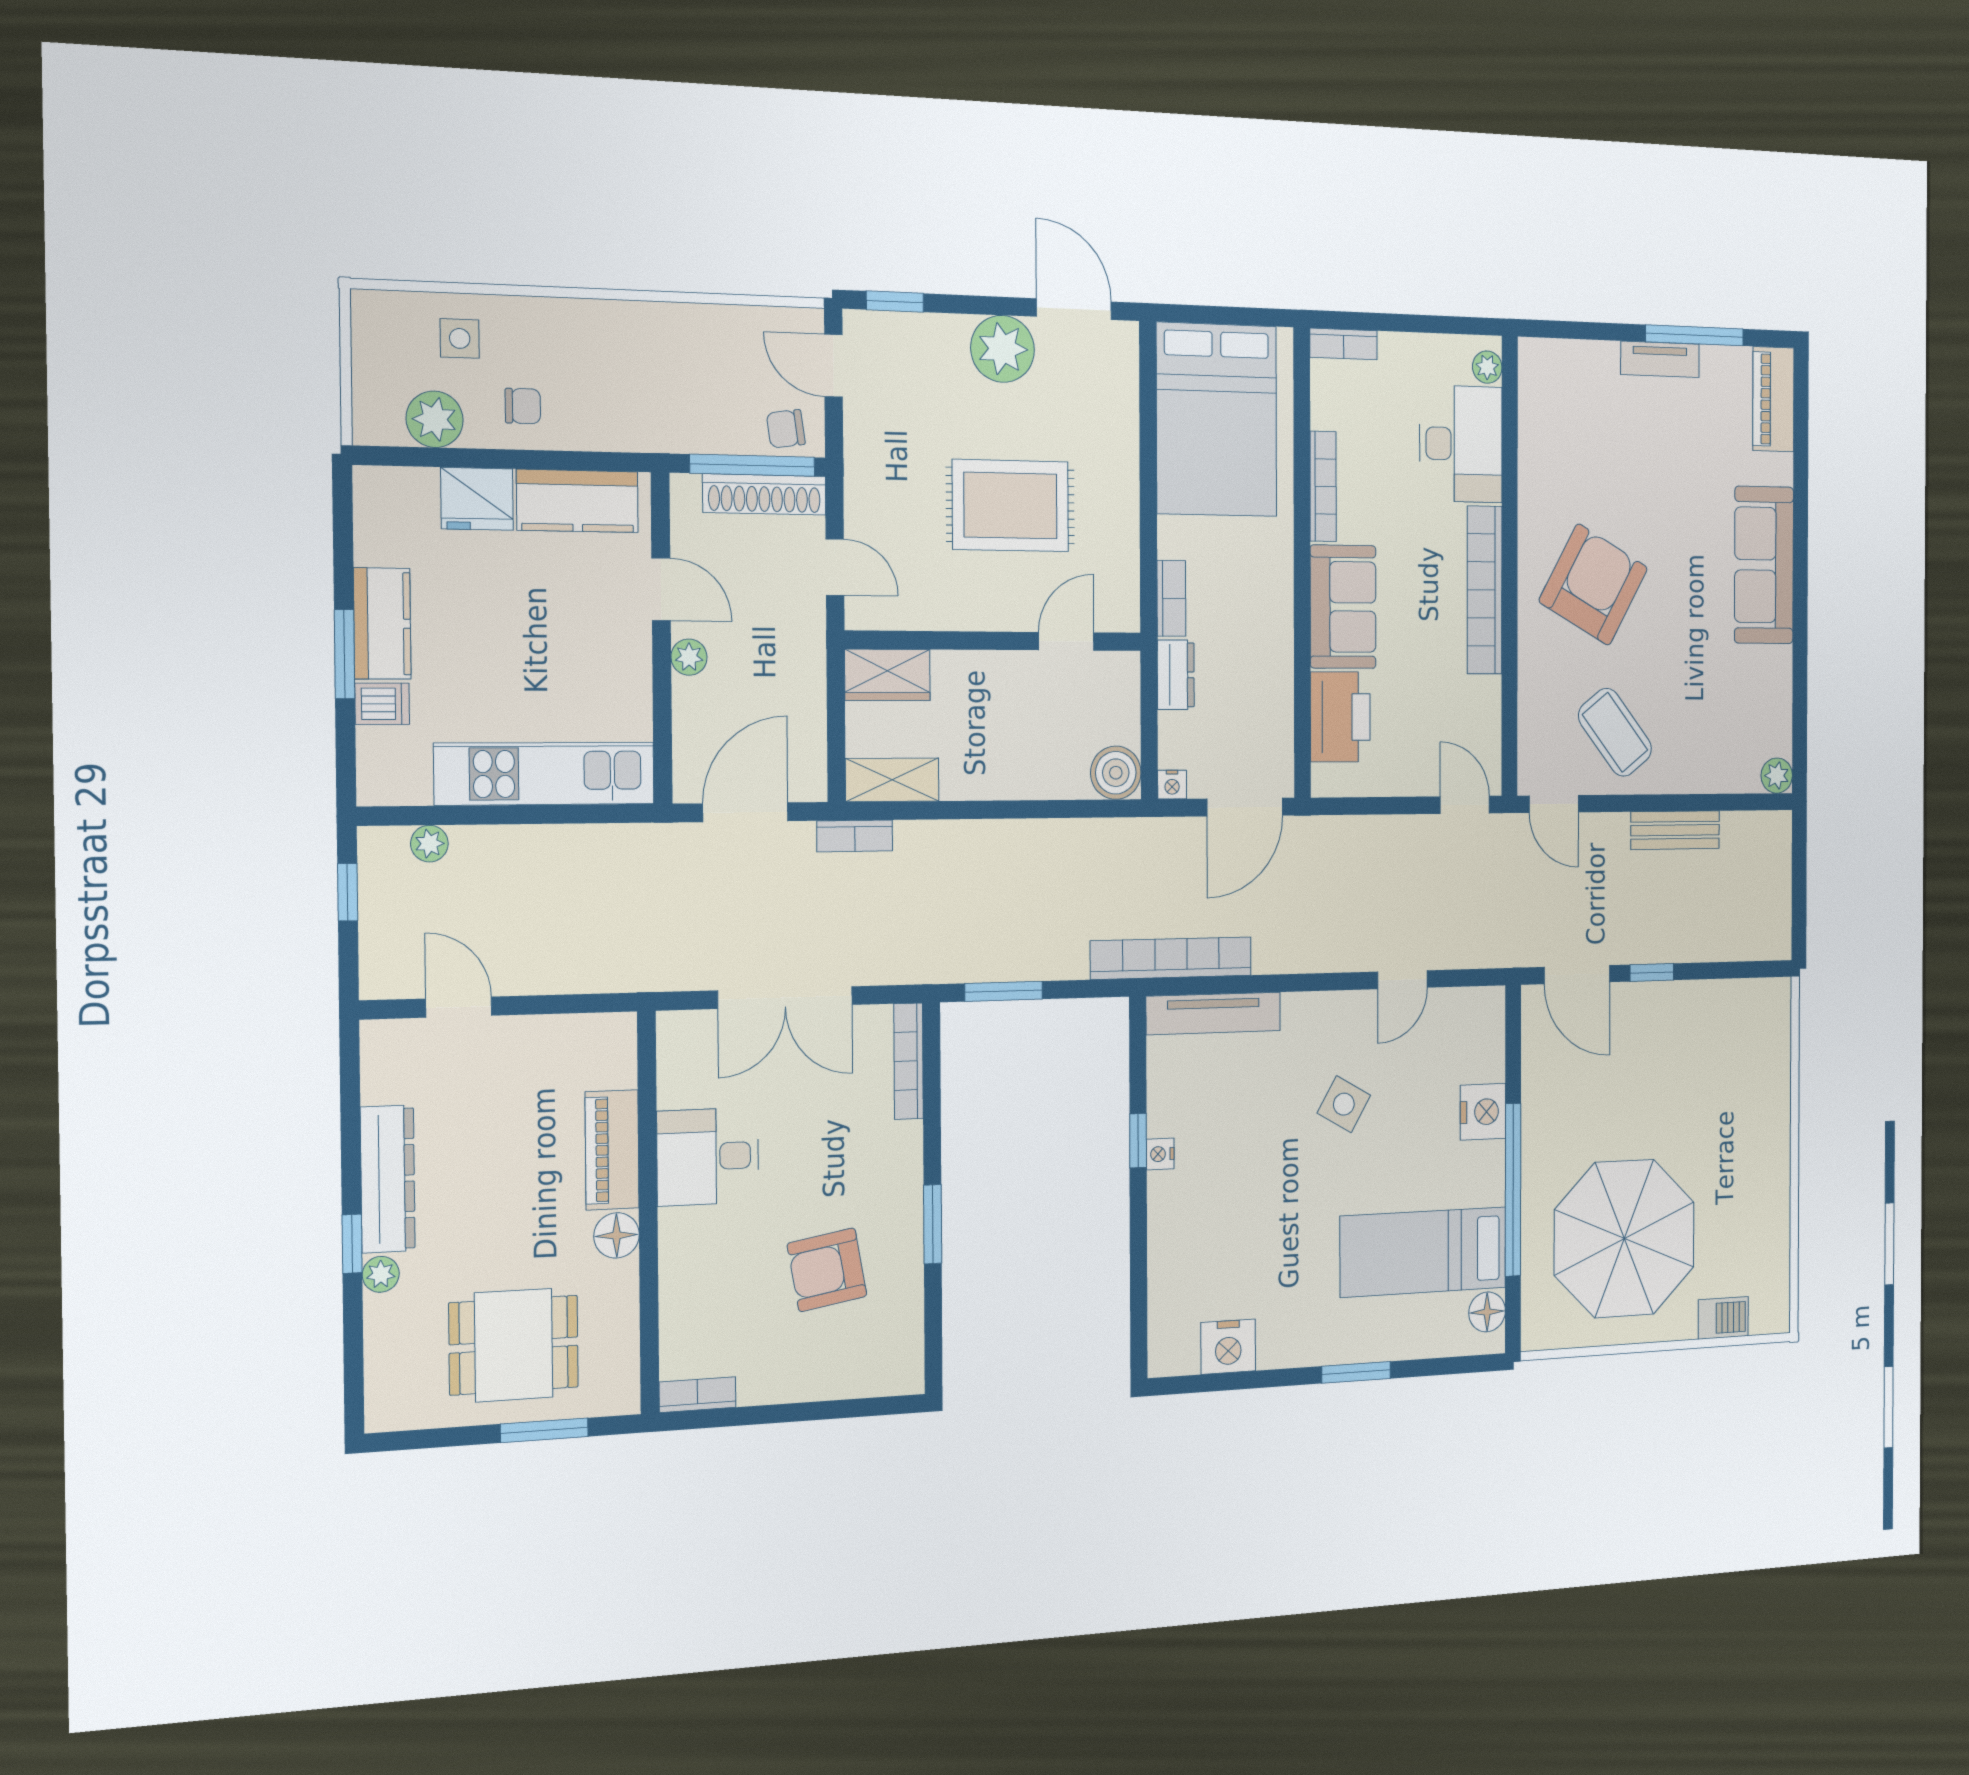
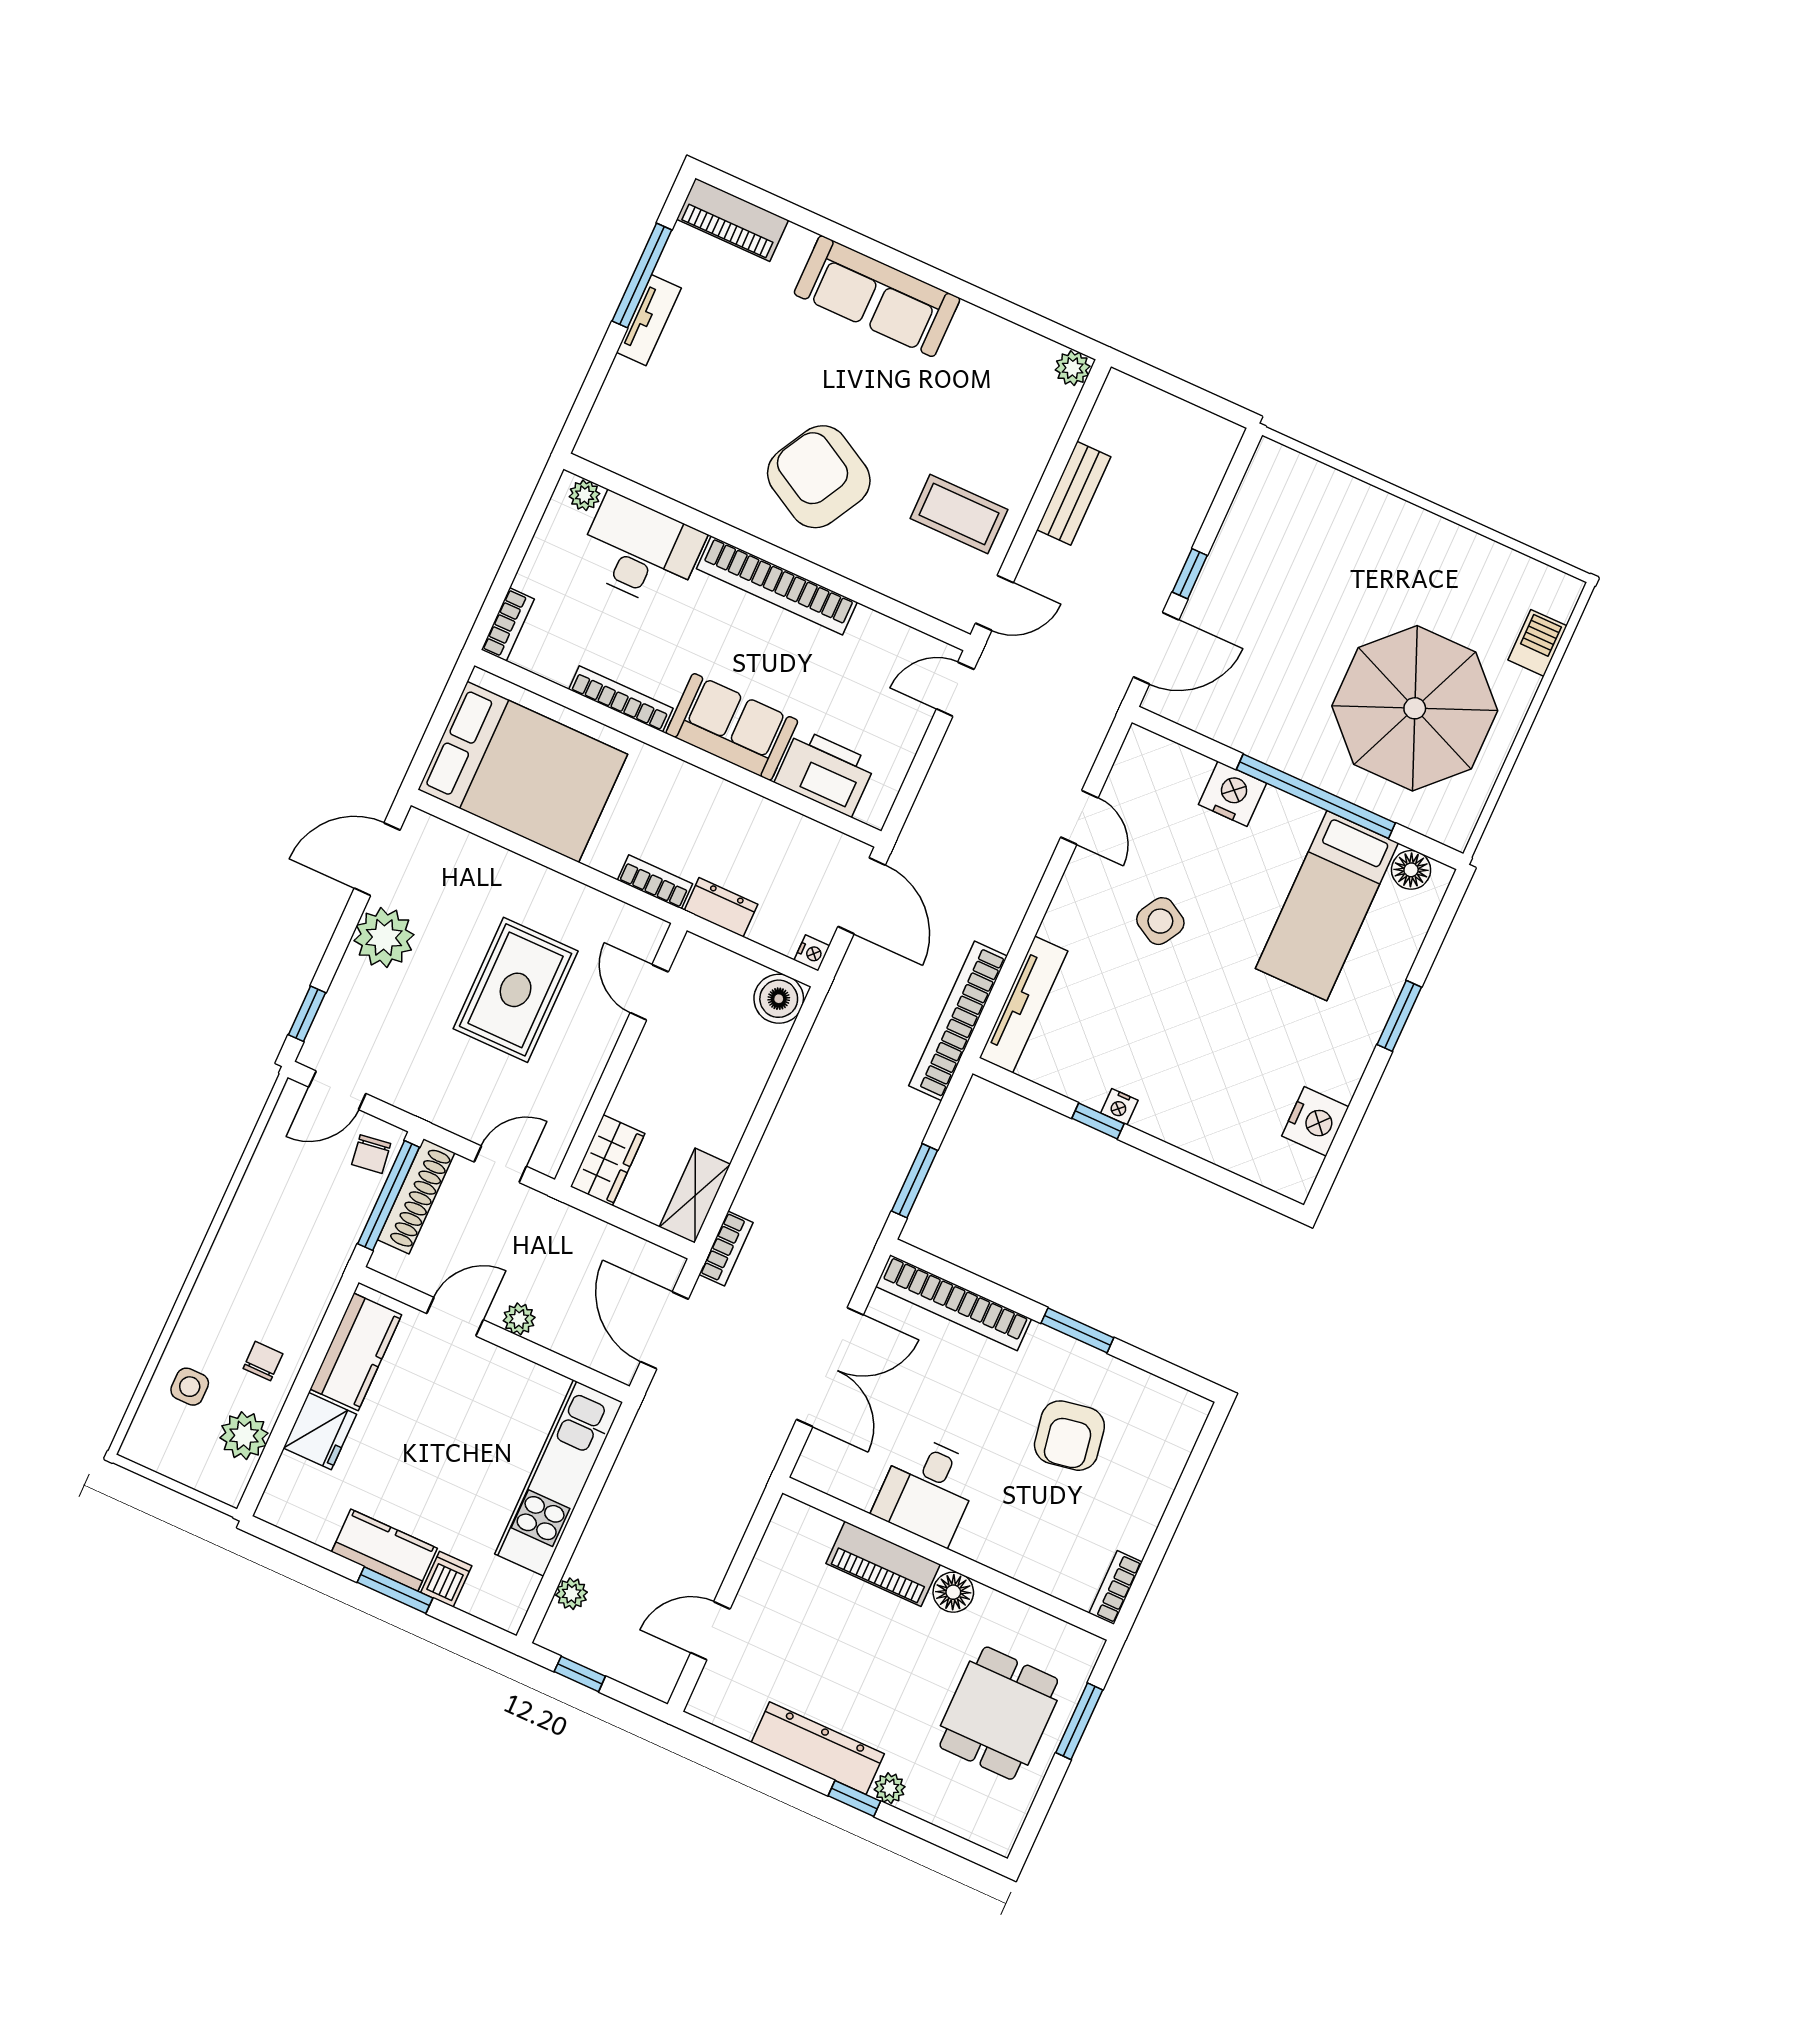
coffee table: (1615, 732) -> (959, 514), turned 38
bookcase: (908, 1061) -> (954, 1303), width x1.48, depth x1.31

